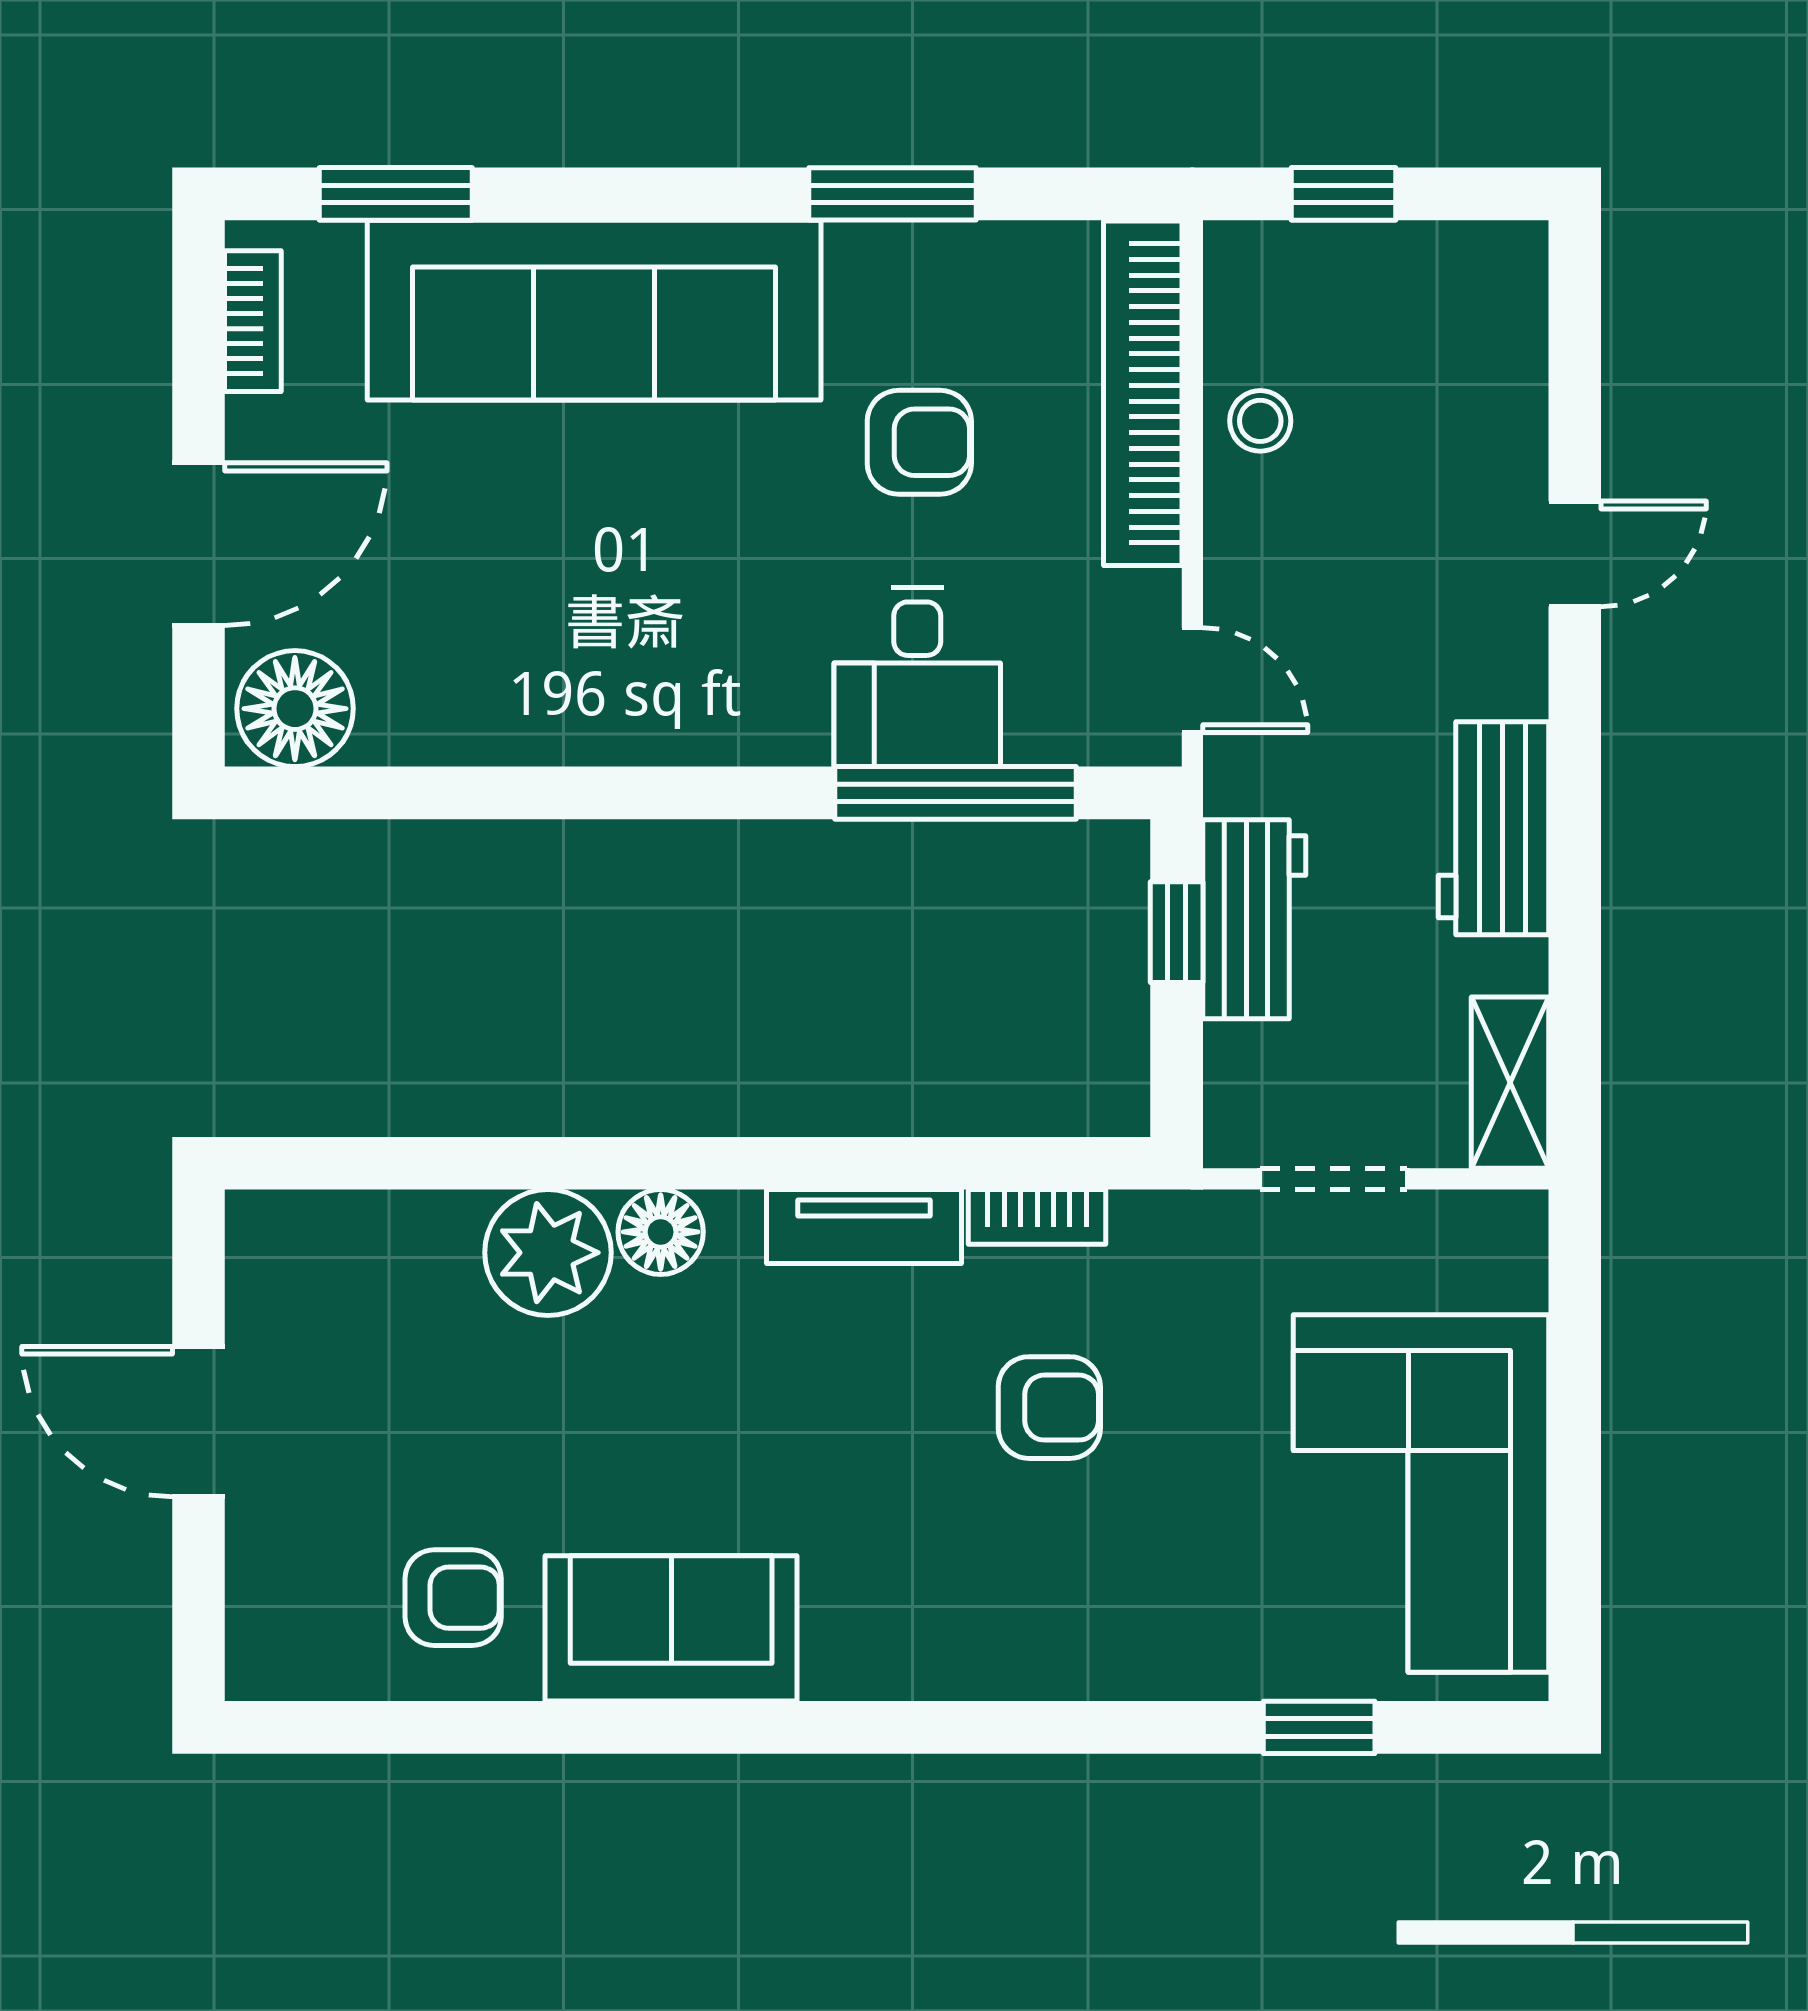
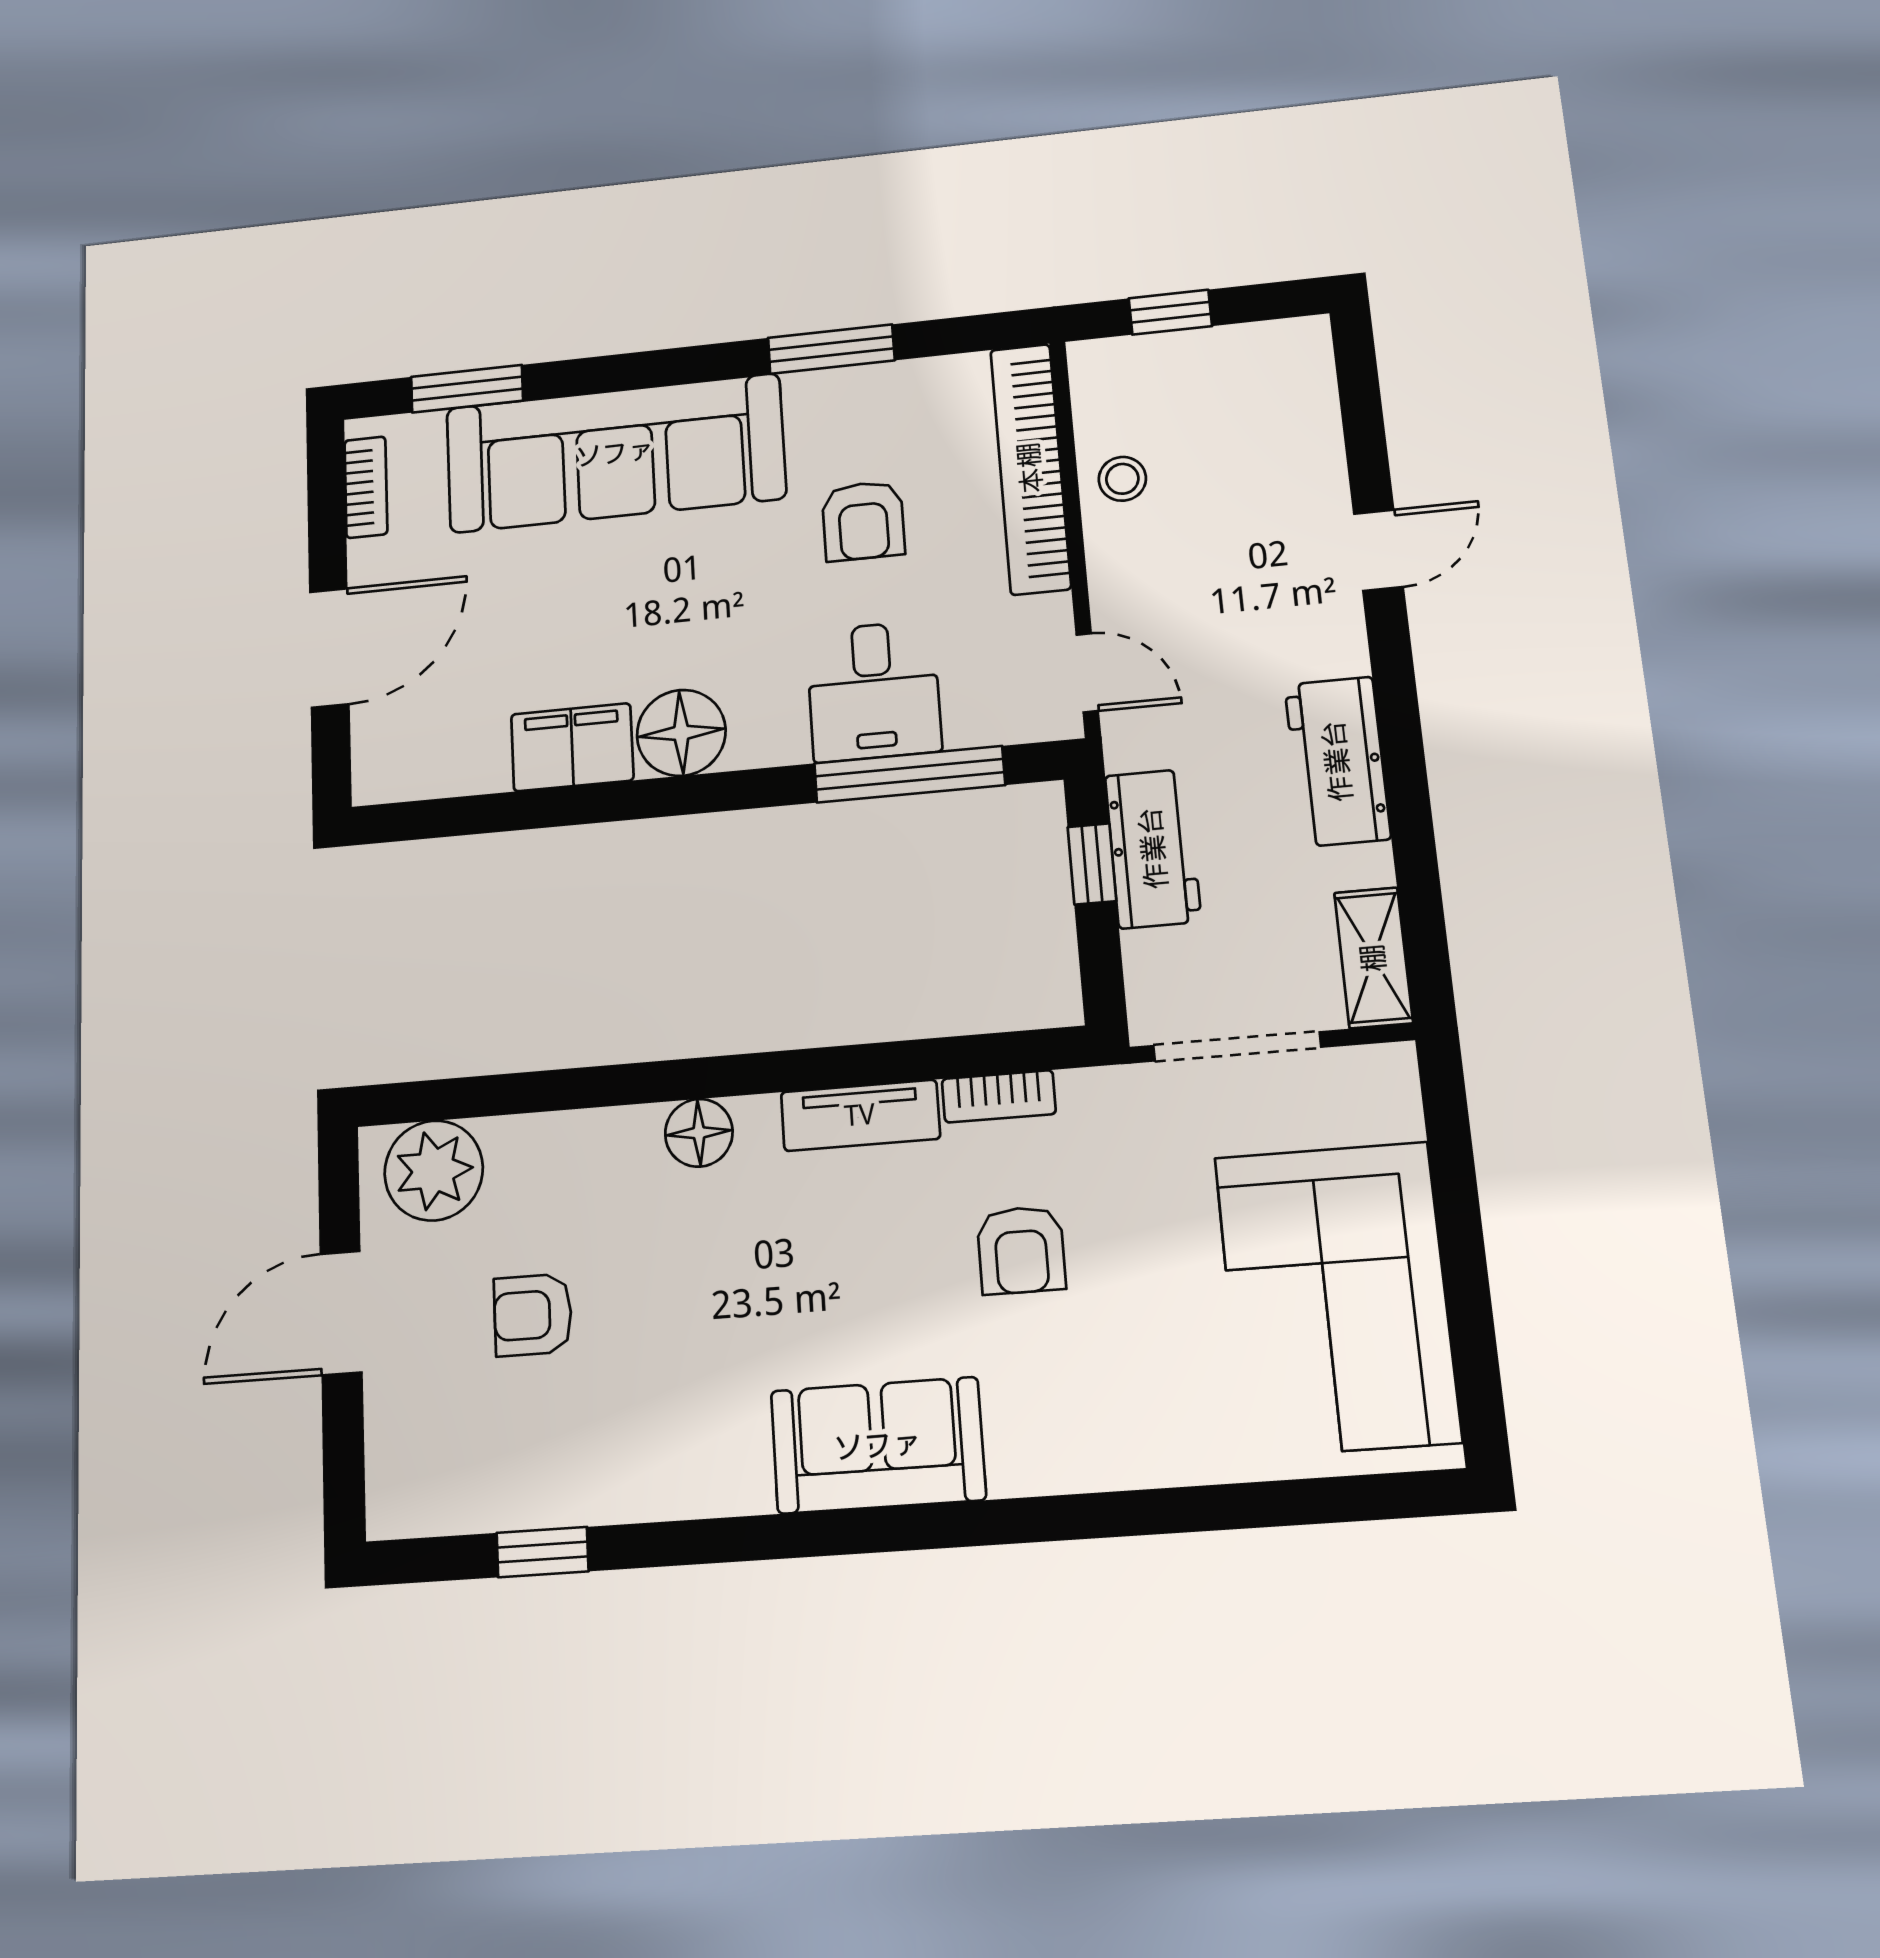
armchair: (919, 442) -> (863, 521), turned 90
floor lamp: (295, 709) -> (681, 733), moved
filing cabinet: (520, 714) -> (572, 747), added
doorway: (1333, 1179) -> (1237, 1046), width x1.38
plant: (548, 1253) -> (434, 1170), moved
armchair: (1049, 1408) -> (1021, 1250), turned 90
door: (199, 1422) -> (341, 1313), hinge flipped
armchair: (453, 1598) -> (533, 1315), moved, turned 180
sofa: (671, 1628) -> (878, 1445), moved
window: (1319, 1727) -> (543, 1552), moved

